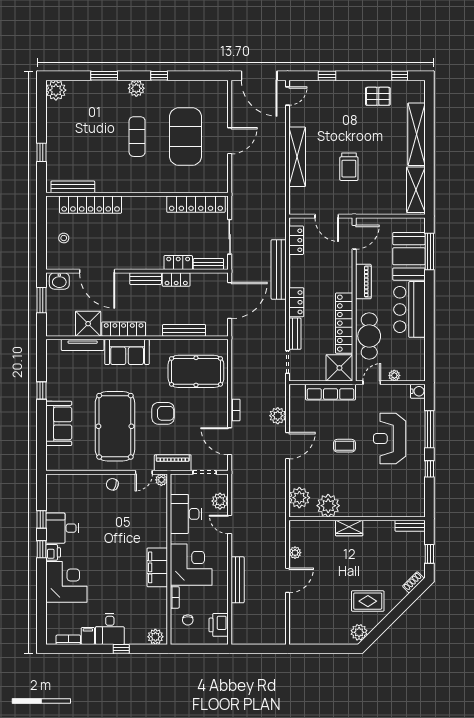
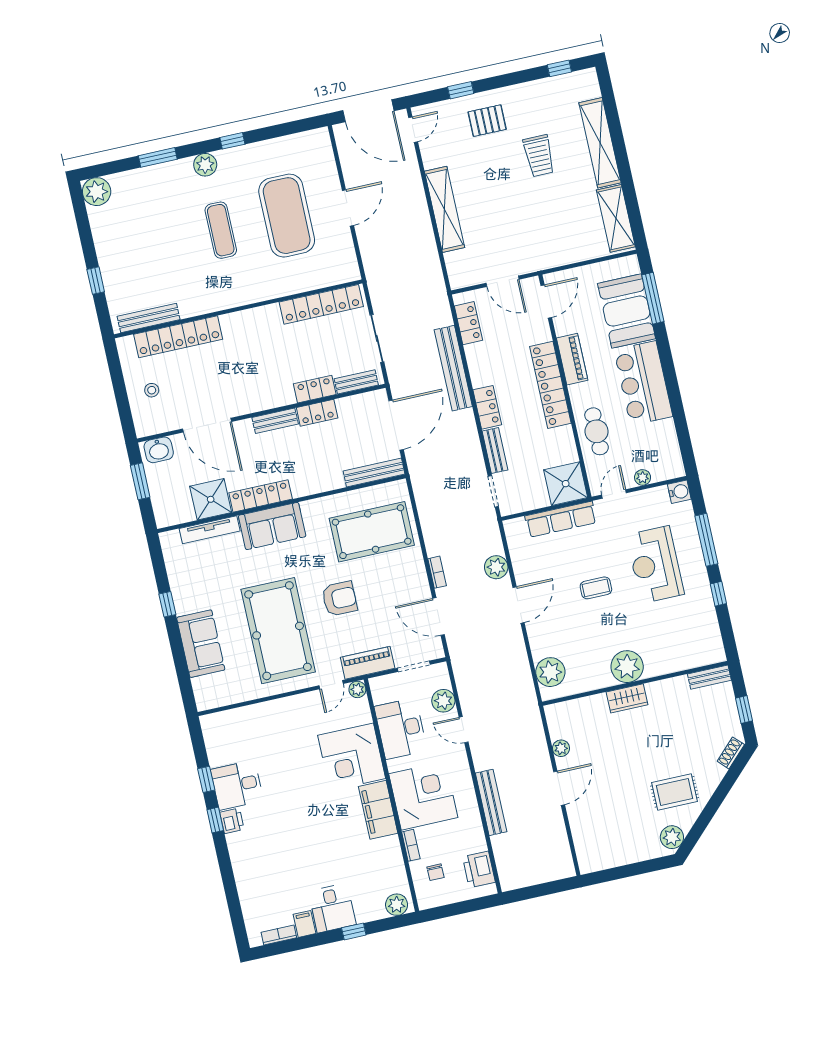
pallet: (378, 96) -> (487, 121), moved
trolley: (349, 167) -> (539, 156), moved
locker: (344, 323) -> (550, 385), moved
bench: (184, 330) -> (374, 473), moved
cafe table: (369, 336) -> (597, 431), width x0.73, depth x0.74
chair: (112, 484) -> (292, 710), removed
plant: (328, 506) -> (627, 667), moved
corner desk: (66, 582) -> (352, 757), moved, turned 180

